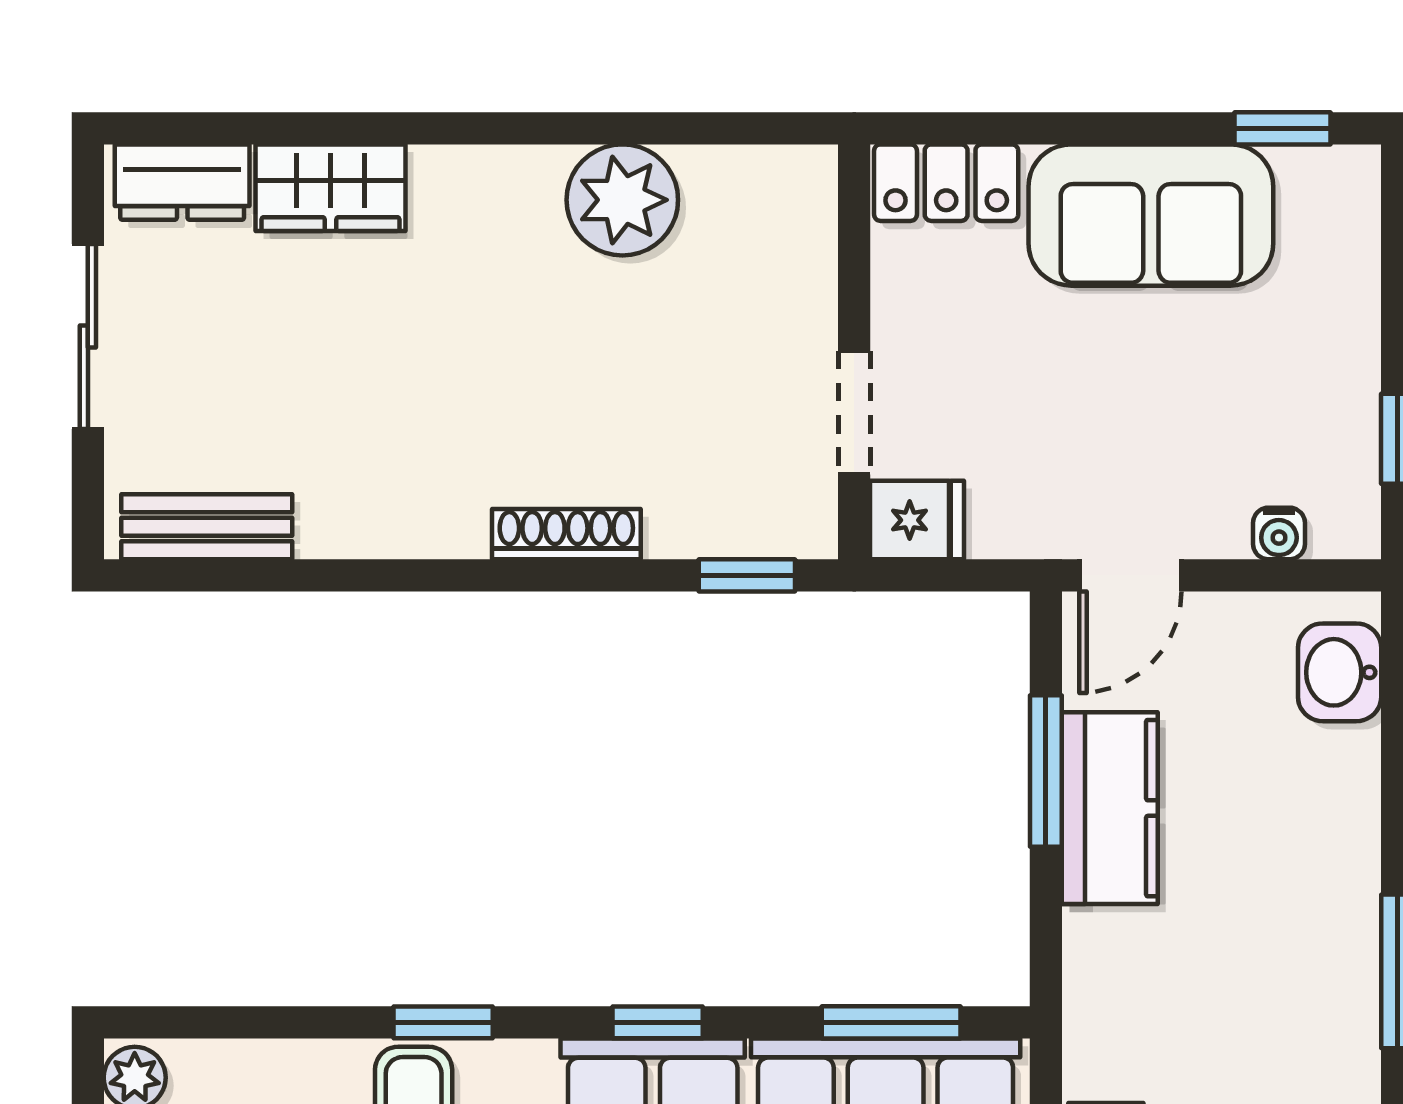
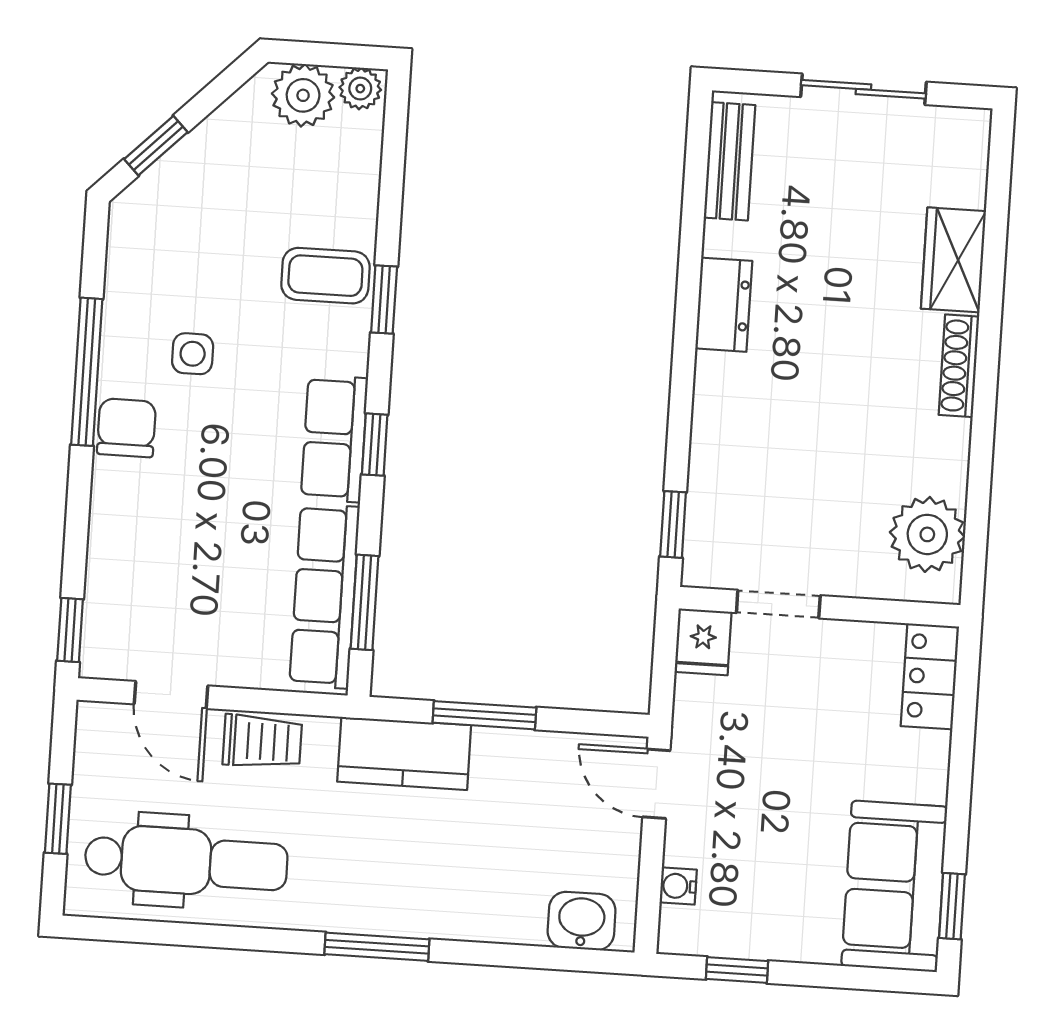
dresser: (182, 182) -> (724, 305), moved, turned 180
plant: (622, 200) -> (927, 534), moved
sofa: (1151, 215) -> (894, 886), moved
shoe rack: (566, 534) -> (959, 366), moved, turned 180
window: (1046, 771) -> (484, 715), moved
kitchen counter: (1110, 808) -> (404, 753), moved

